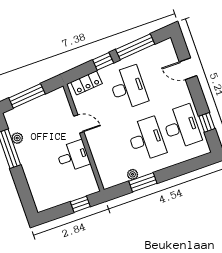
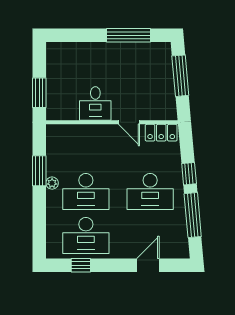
locker: (86, 83) -> (161, 133), moved, turned -85
door: (79, 124) -> (129, 122), hinge flipped
plant: (17, 138) -> (137, 48), removed
plant: (133, 174) -> (52, 183), moved
window: (80, 204) -> (39, 93), width x1.50

